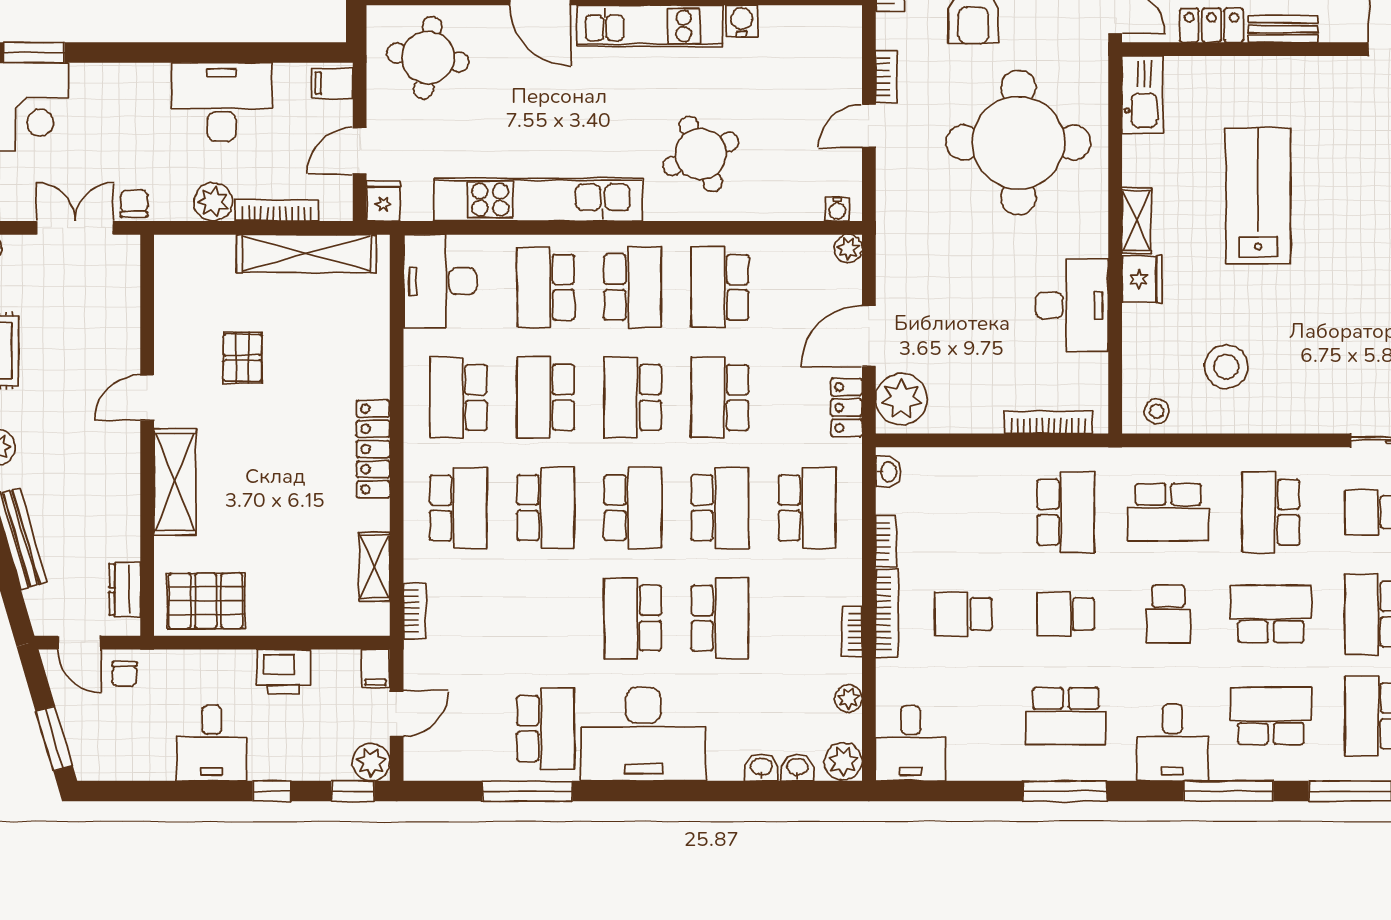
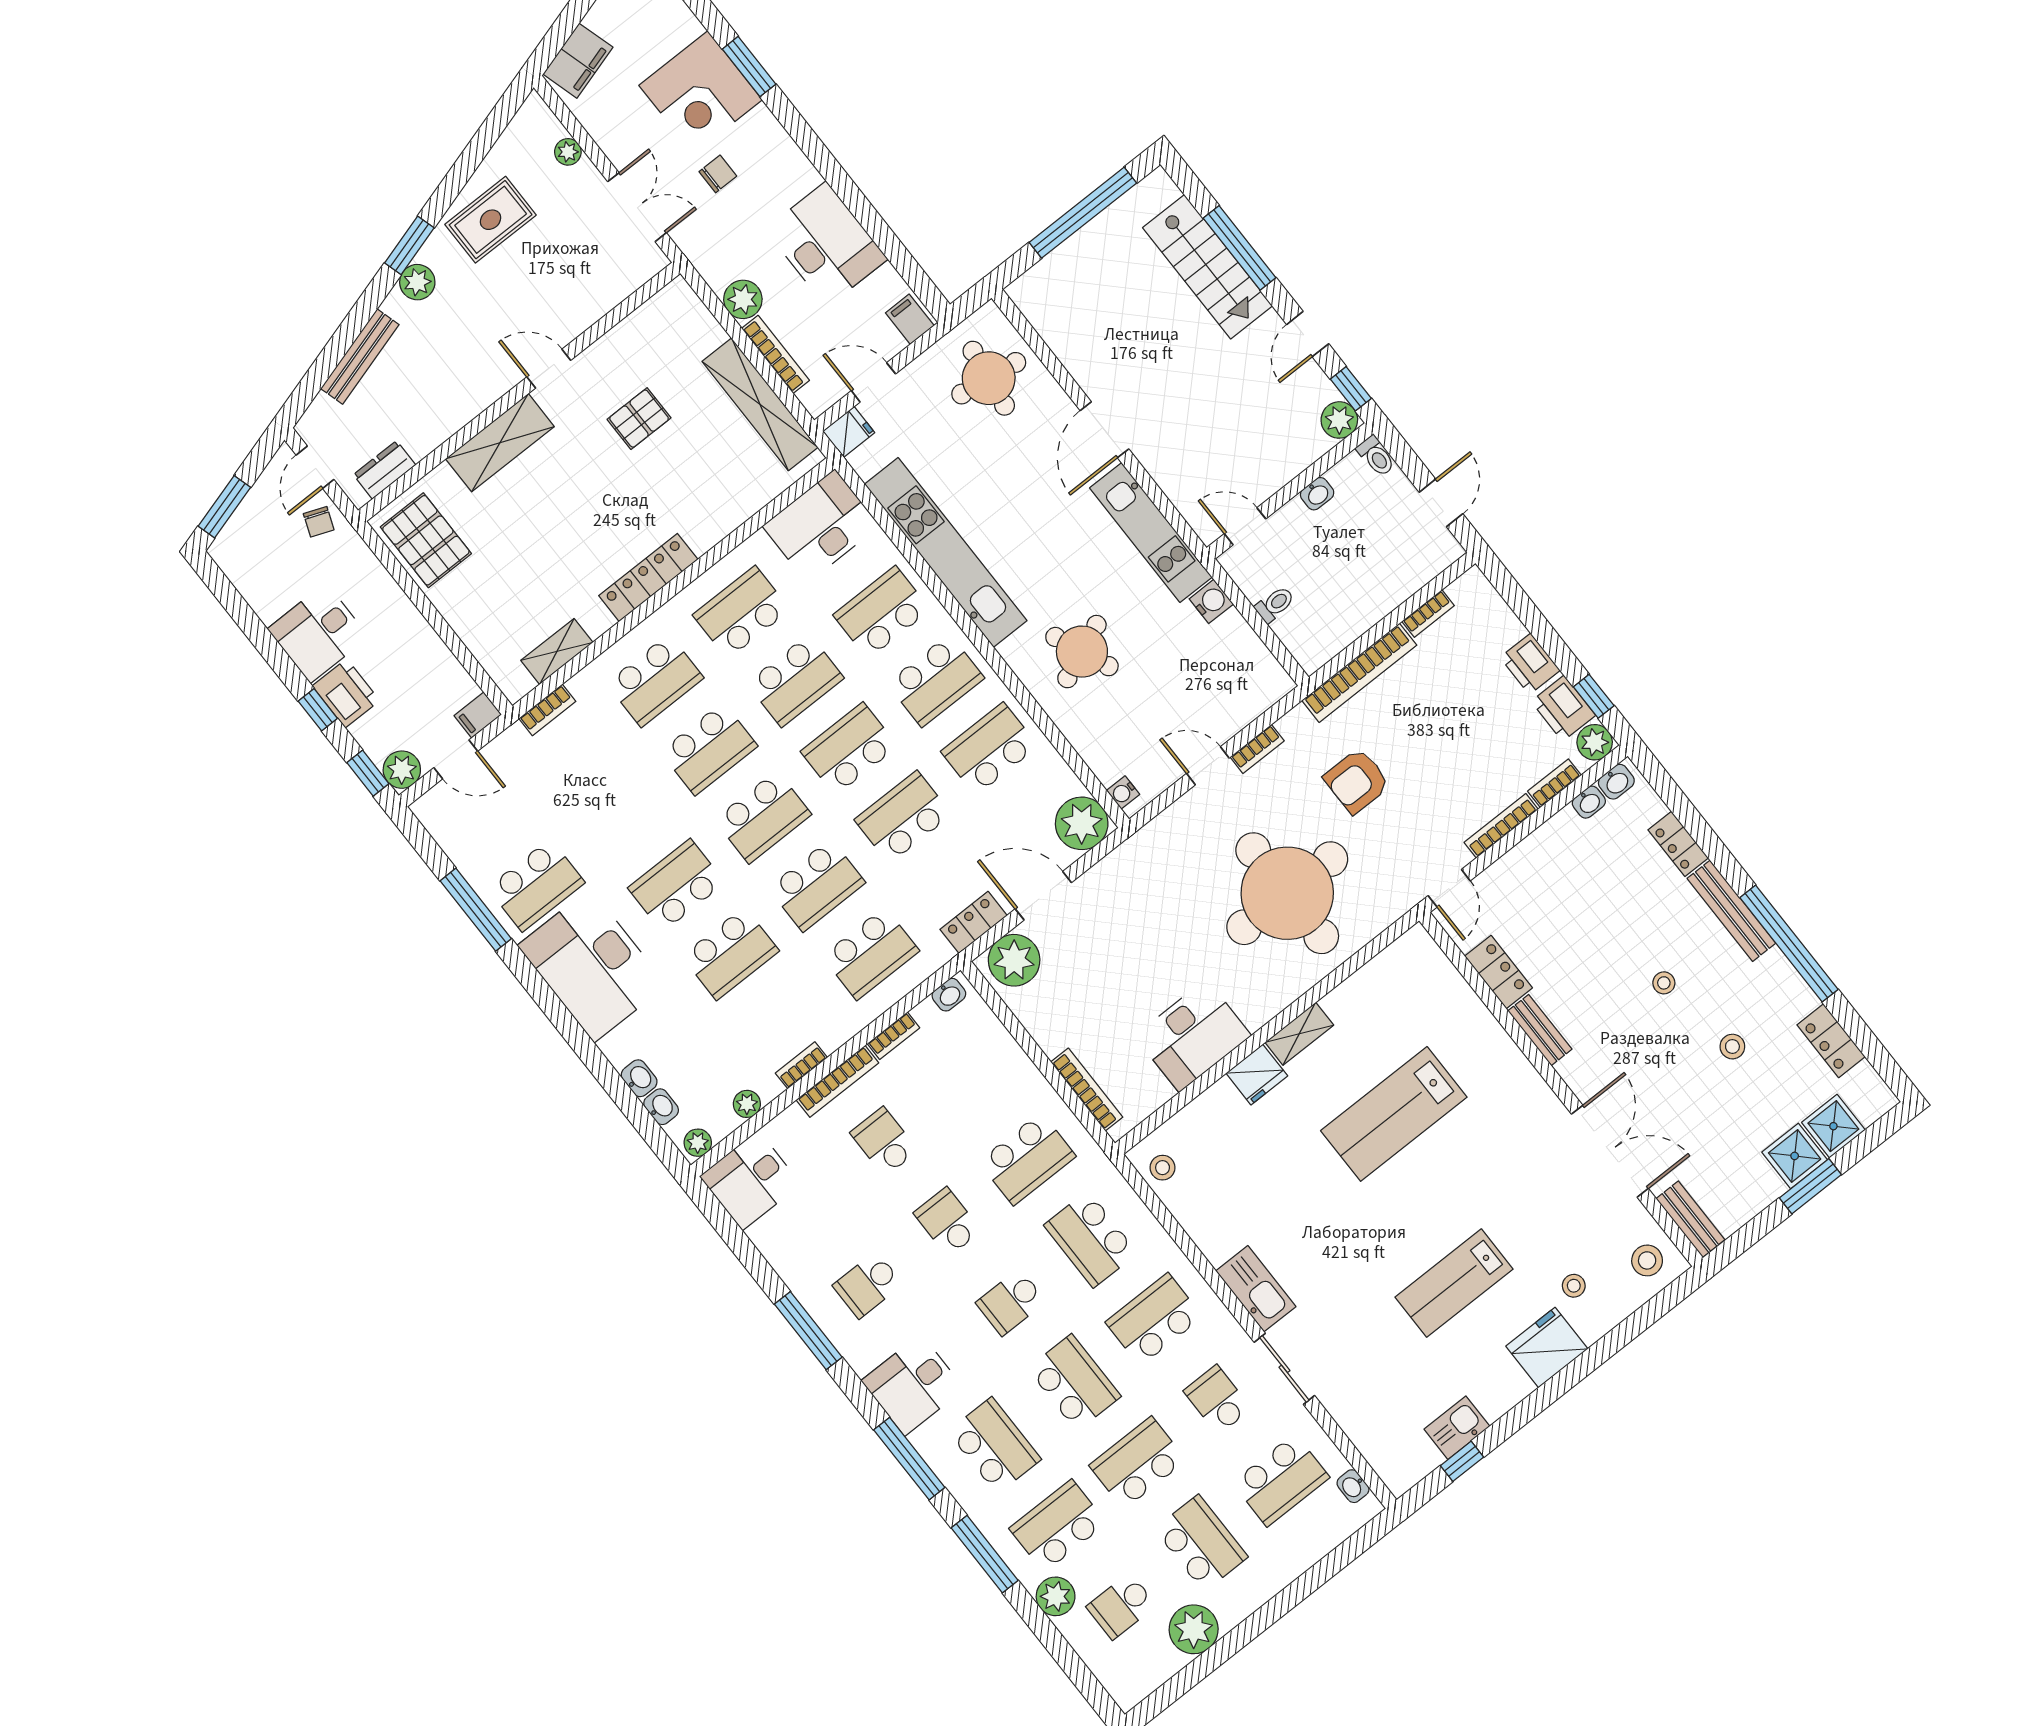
kitchen sink: (1142, 95) -> (1256, 1289), moved, turned -90
lab bench: (1258, 196) -> (1394, 1114), turned 180
chair: (134, 203) -> (718, 174), moved
plant: (848, 249) -> (1082, 823), width x1.88, depth x1.88
stool: (1226, 367) -> (1240, 1195), removed
school desk: (546, 397) -> (795, 681), turned 180
printer: (283, 672) -> (346, 693), moved, turned 180
chair: (125, 674) -> (319, 522), turned -69
school desk: (1066, 716) -> (868, 1285), width x0.54
plant: (843, 761) -> (698, 1143), width x0.73, depth x0.73

